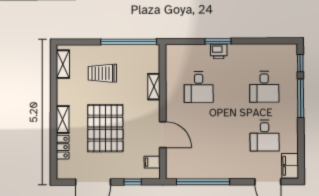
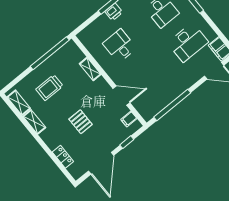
desk: (199, 87) -> (120, 46), turned 180
shelving: (63, 119) -> (34, 122), moved
pallet: (105, 128) -> (81, 122), width x0.49, depth x0.50
desk: (265, 136) -> (188, 43), width x1.37

